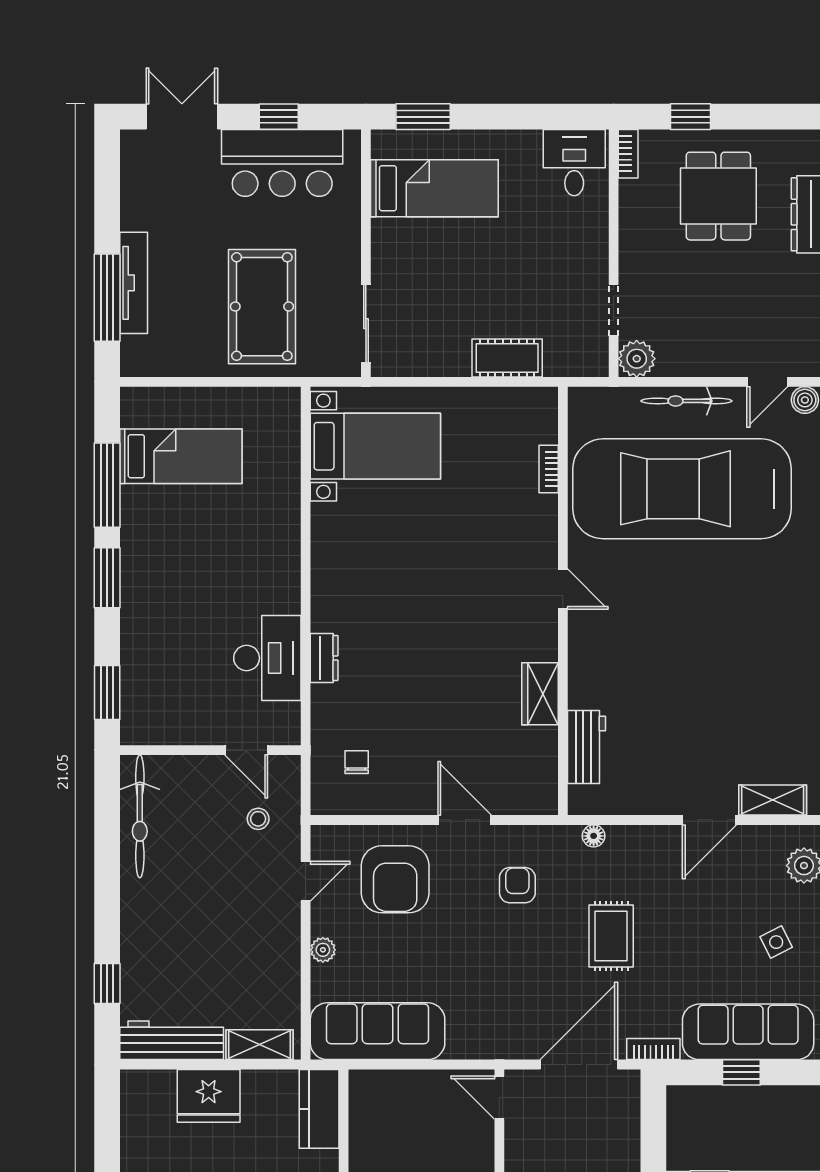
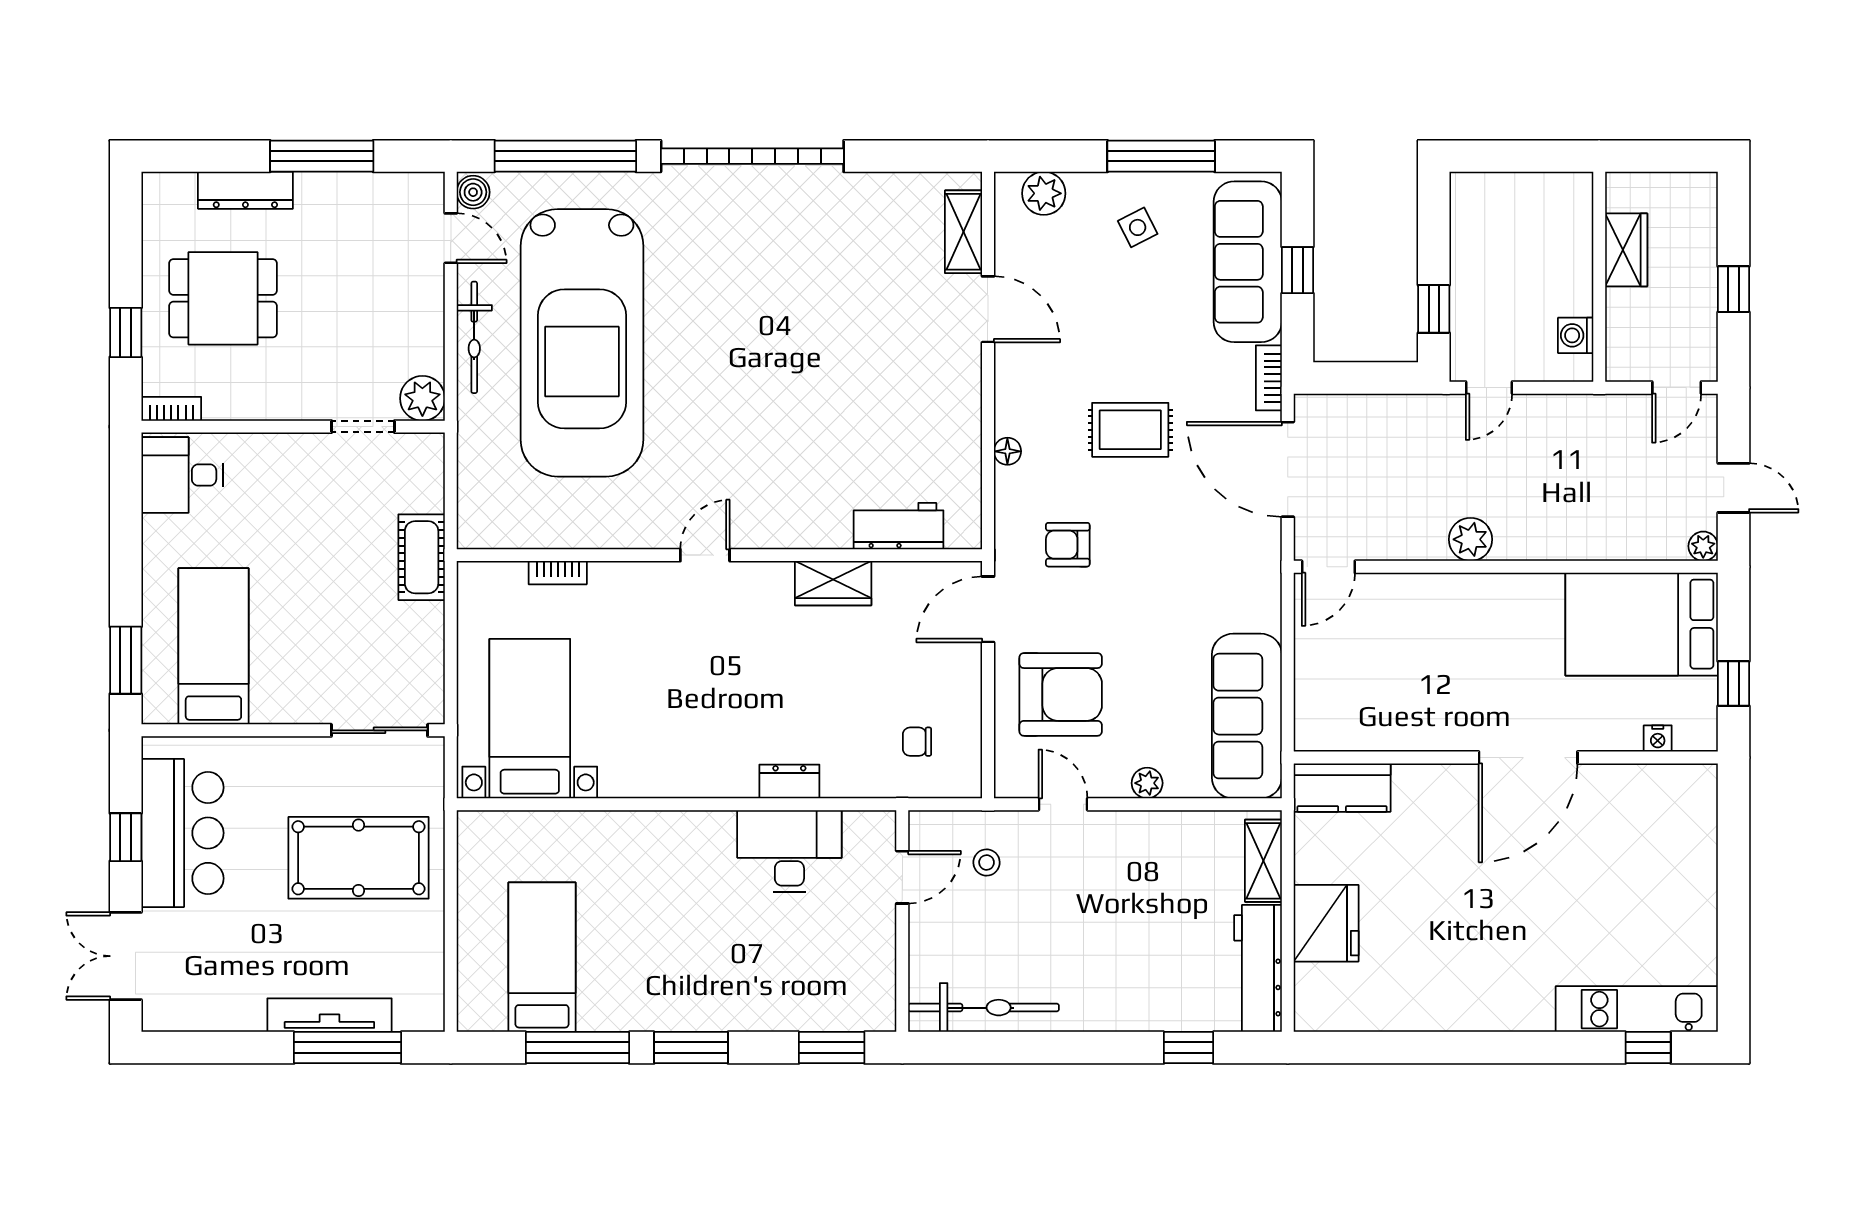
bookcase: (549, 469) -> (558, 573), moved
door: (563, 589) -> (705, 555), moved
wall: (563, 601) -> (719, 555), moved
wardrobe: (540, 694) -> (833, 583), moved
workbench: (587, 747) -> (899, 526), moved

